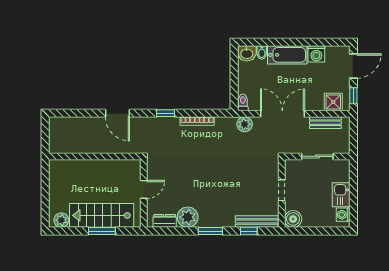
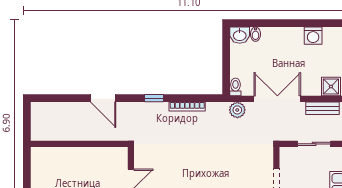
bathtub: (287, 55) -> (282, 37), removed

